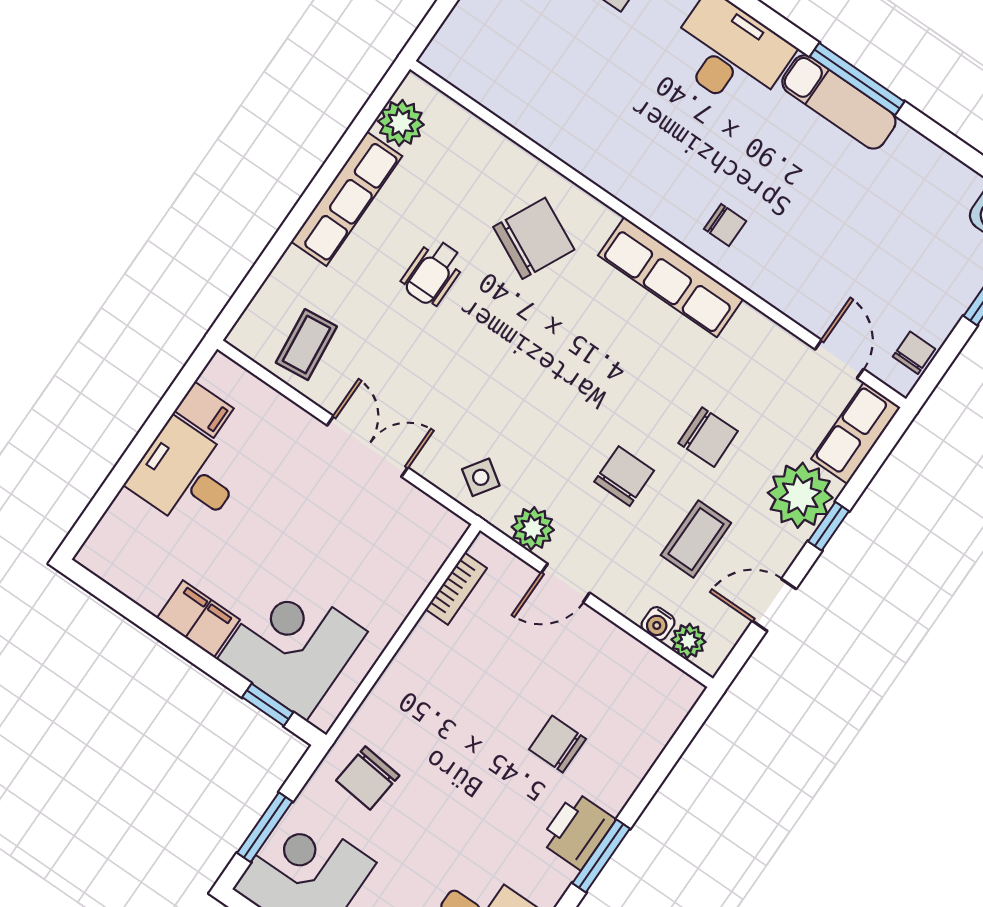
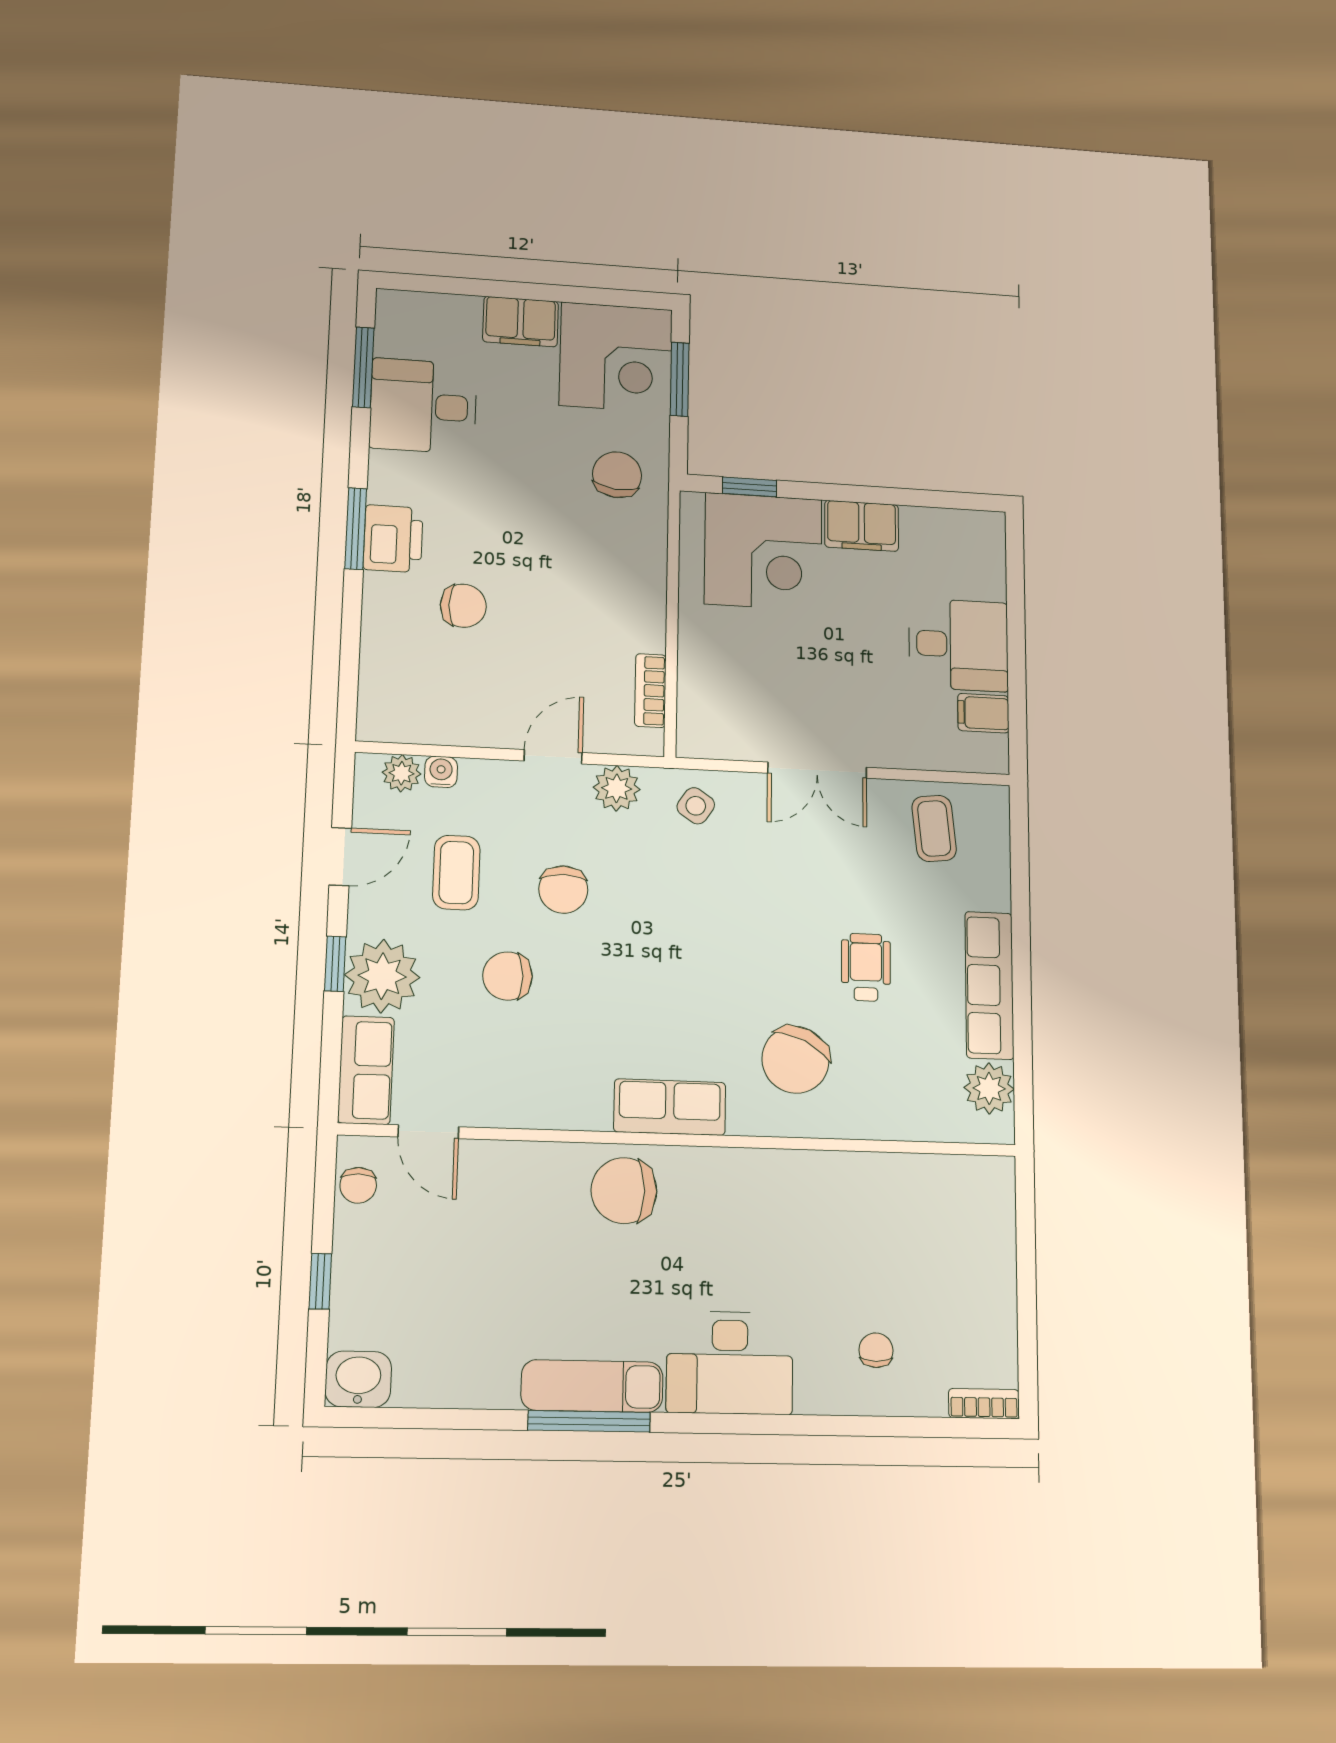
chair: (725, 225) -> (624, 1191), width x1.87, depth x1.87
row of seats: (671, 277) -> (670, 1107), width x0.68

